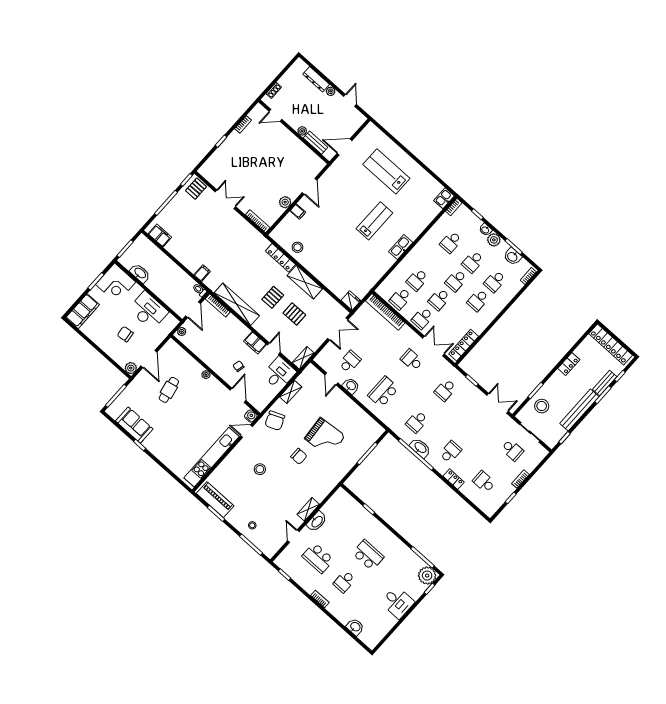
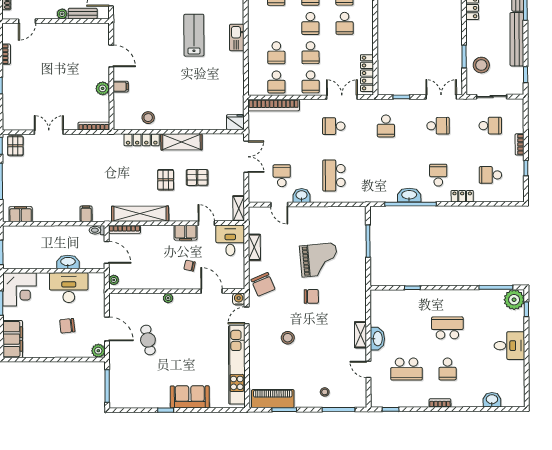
washbasin: (140, 273) -> (68, 262), moved
school desk: (417, 422) -> (438, 126), moved, turned -90
sofa: (134, 425) -> (190, 397), moved

